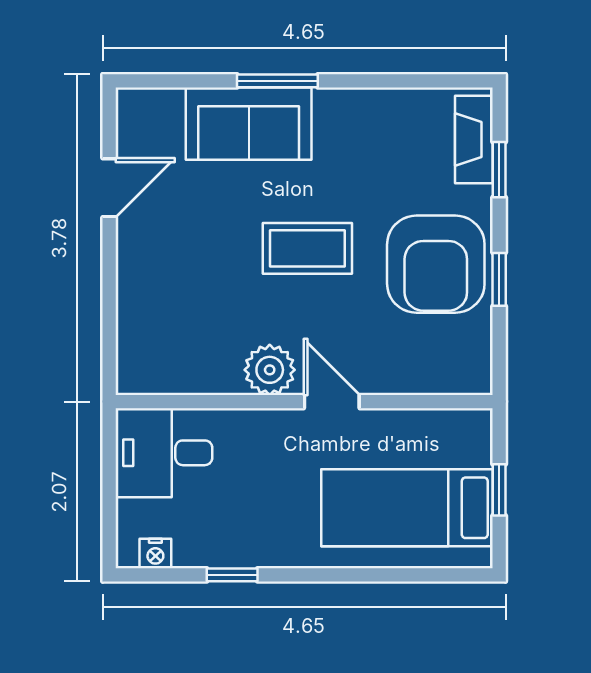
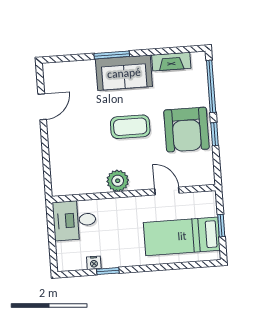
sofa: (249, 124) -> (124, 73), moved
fireplace: (474, 139) -> (171, 62), moved, turned -90
window: (499, 170) -> (211, 86), width x2.17
door: (332, 402) -> (167, 191), moved
nightstand: (155, 554) -> (94, 263), moved

